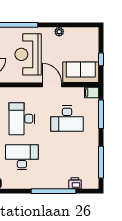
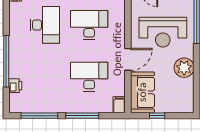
plant: (59, 32) -> (184, 68), width x1.87, depth x1.87
reception desk: (28, 54) -> (163, 32), turned 180
window: (101, 114) -> (82, 116), moved
desk: (67, 119) -> (89, 77), turned 90

